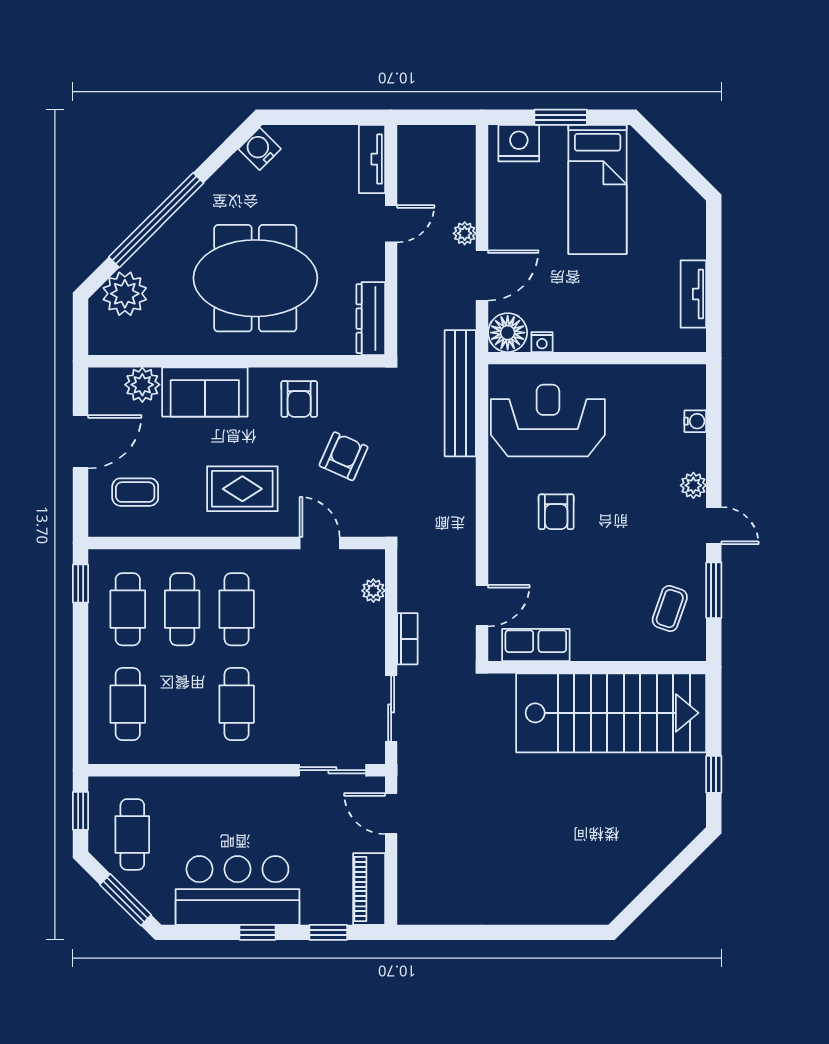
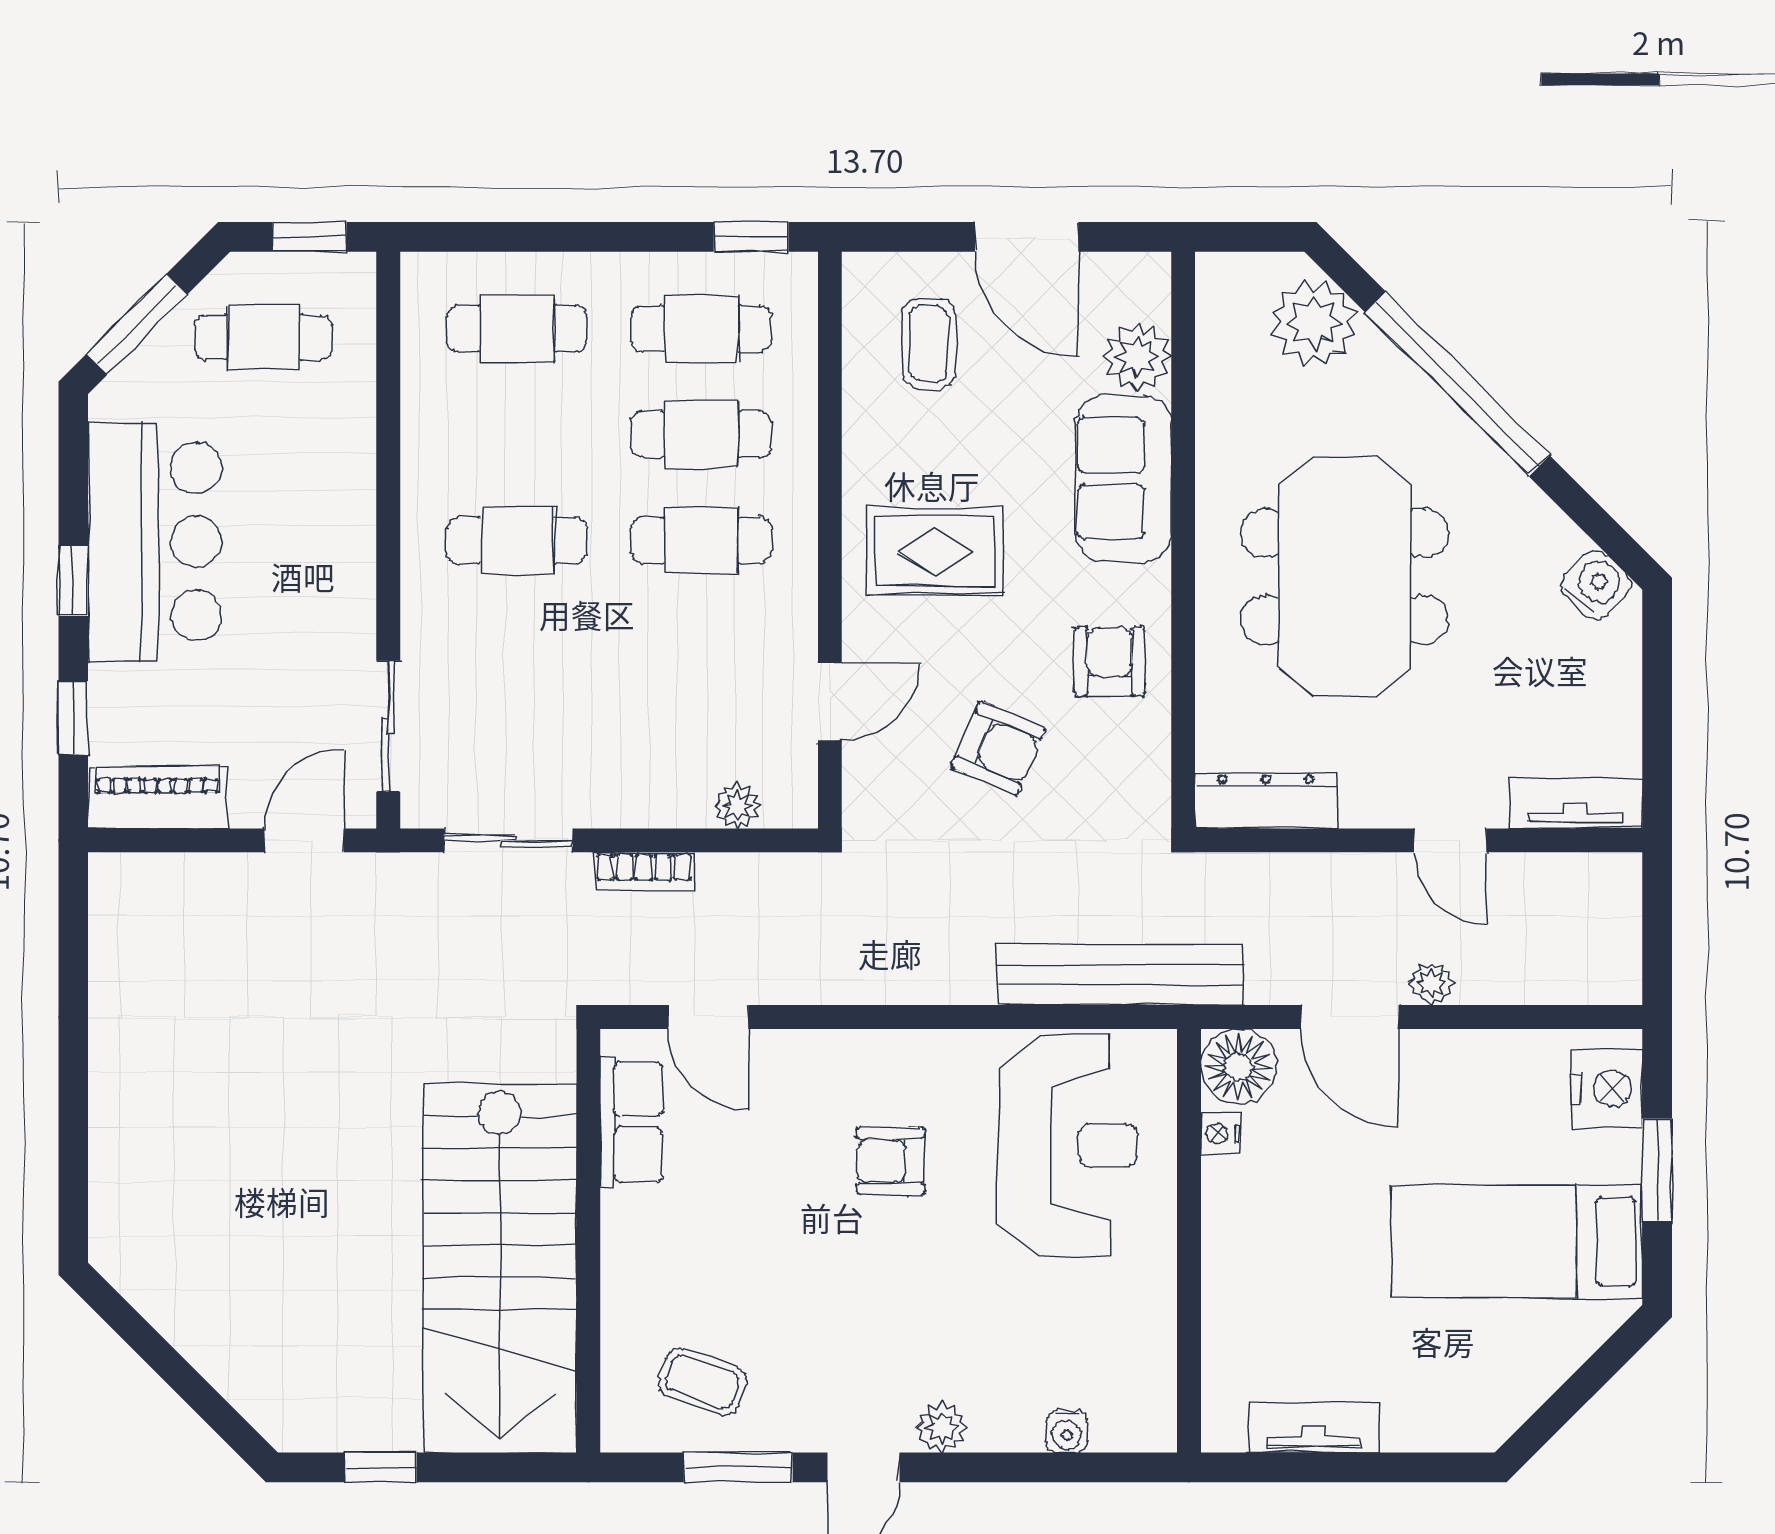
armchair: (299, 399) -> (1110, 662), turned 90
rug: (242, 489) -> (935, 551), turned 90

